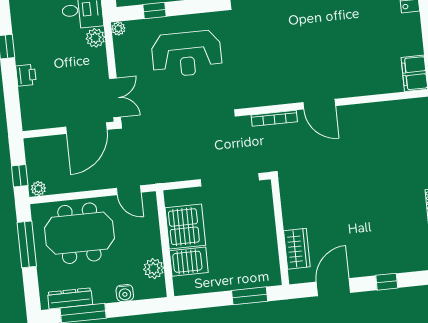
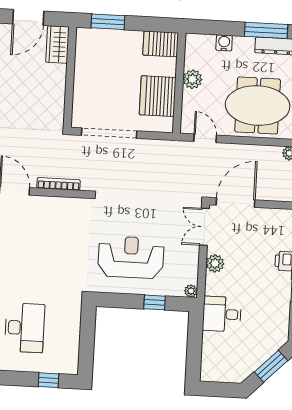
plant: (95, 38) -> (215, 263), moved
wardrobe: (297, 249) -> (57, 44), moved
server rack: (189, 262) -> (161, 44), moved
plant: (154, 269) -> (192, 79), moved

